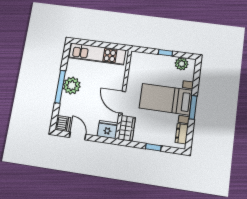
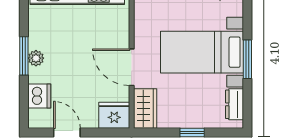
plant: (72, 86) -> (36, 58), width x0.53, depth x0.53
window: (60, 87) -> (24, 56), width x0.69
dishwasher: (63, 124) -> (39, 96), moved

